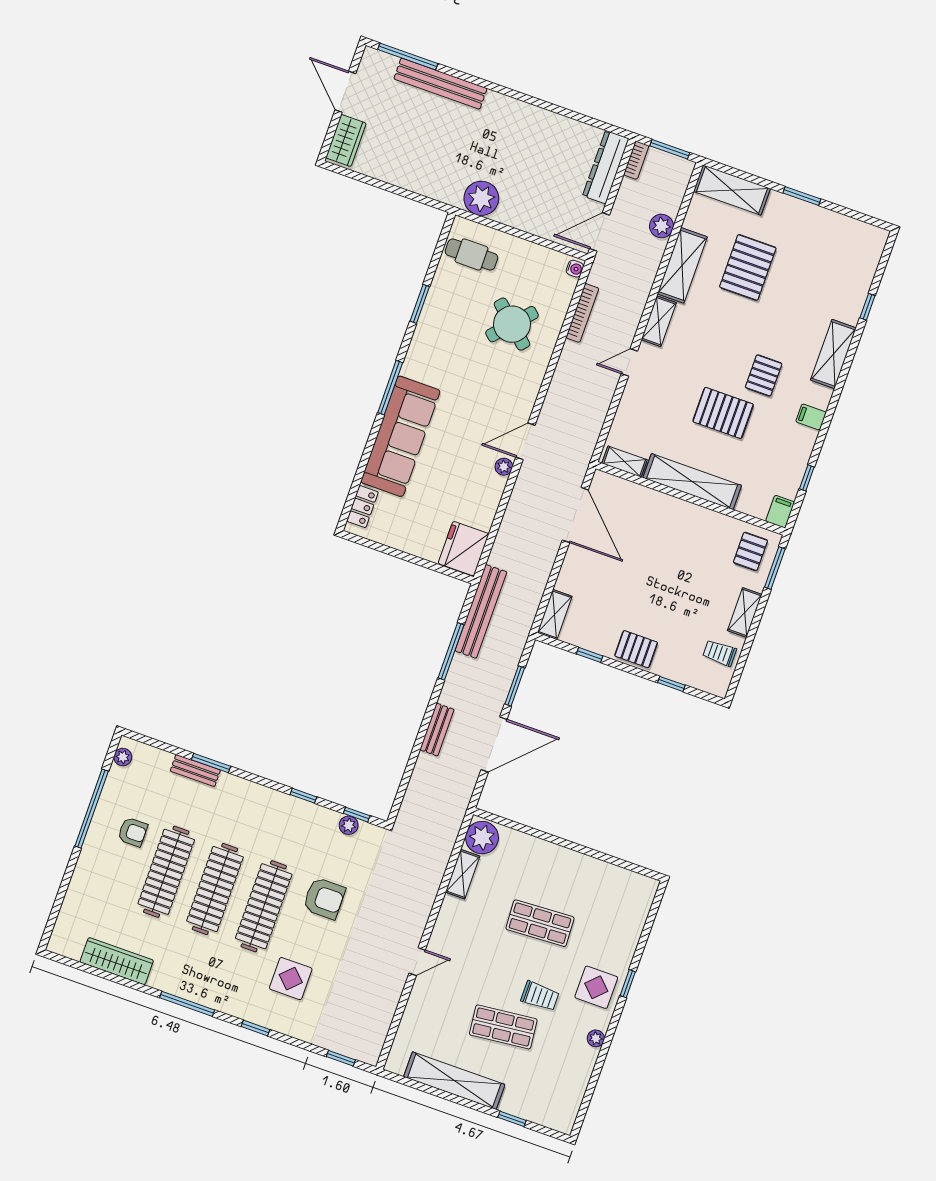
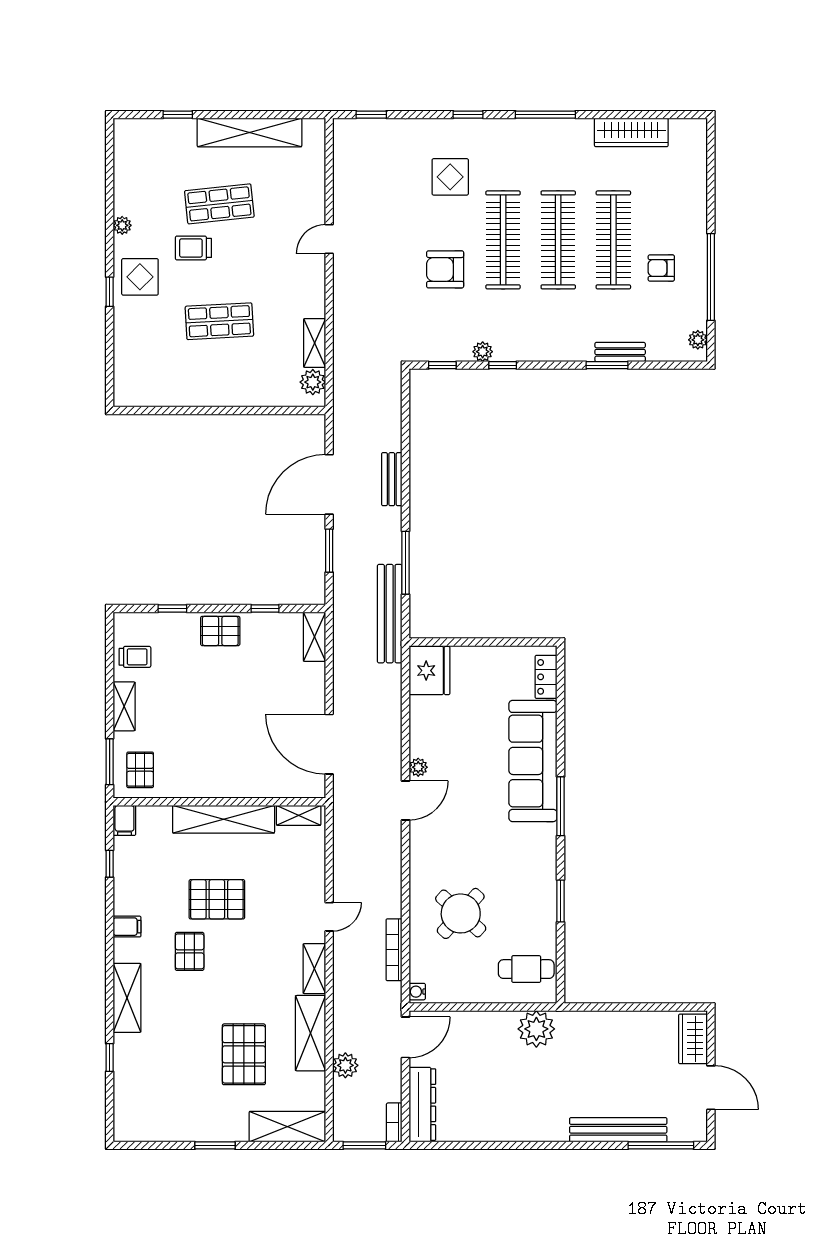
plant: (349, 825) -> (483, 352), moved
plant: (482, 838) -> (313, 382), width x0.73, depth x0.73

